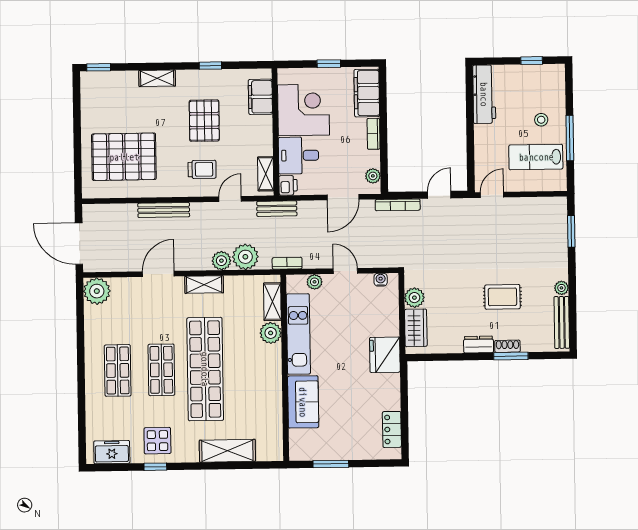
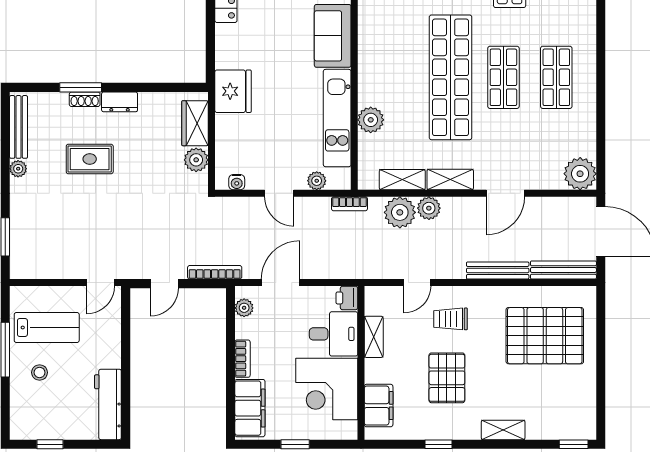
shelving: (266, 174) -> (374, 337), moved
bench: (277, 209) -> (563, 270), moved, width x1.36
shelving: (272, 302) -> (402, 180), moved, turned 90

